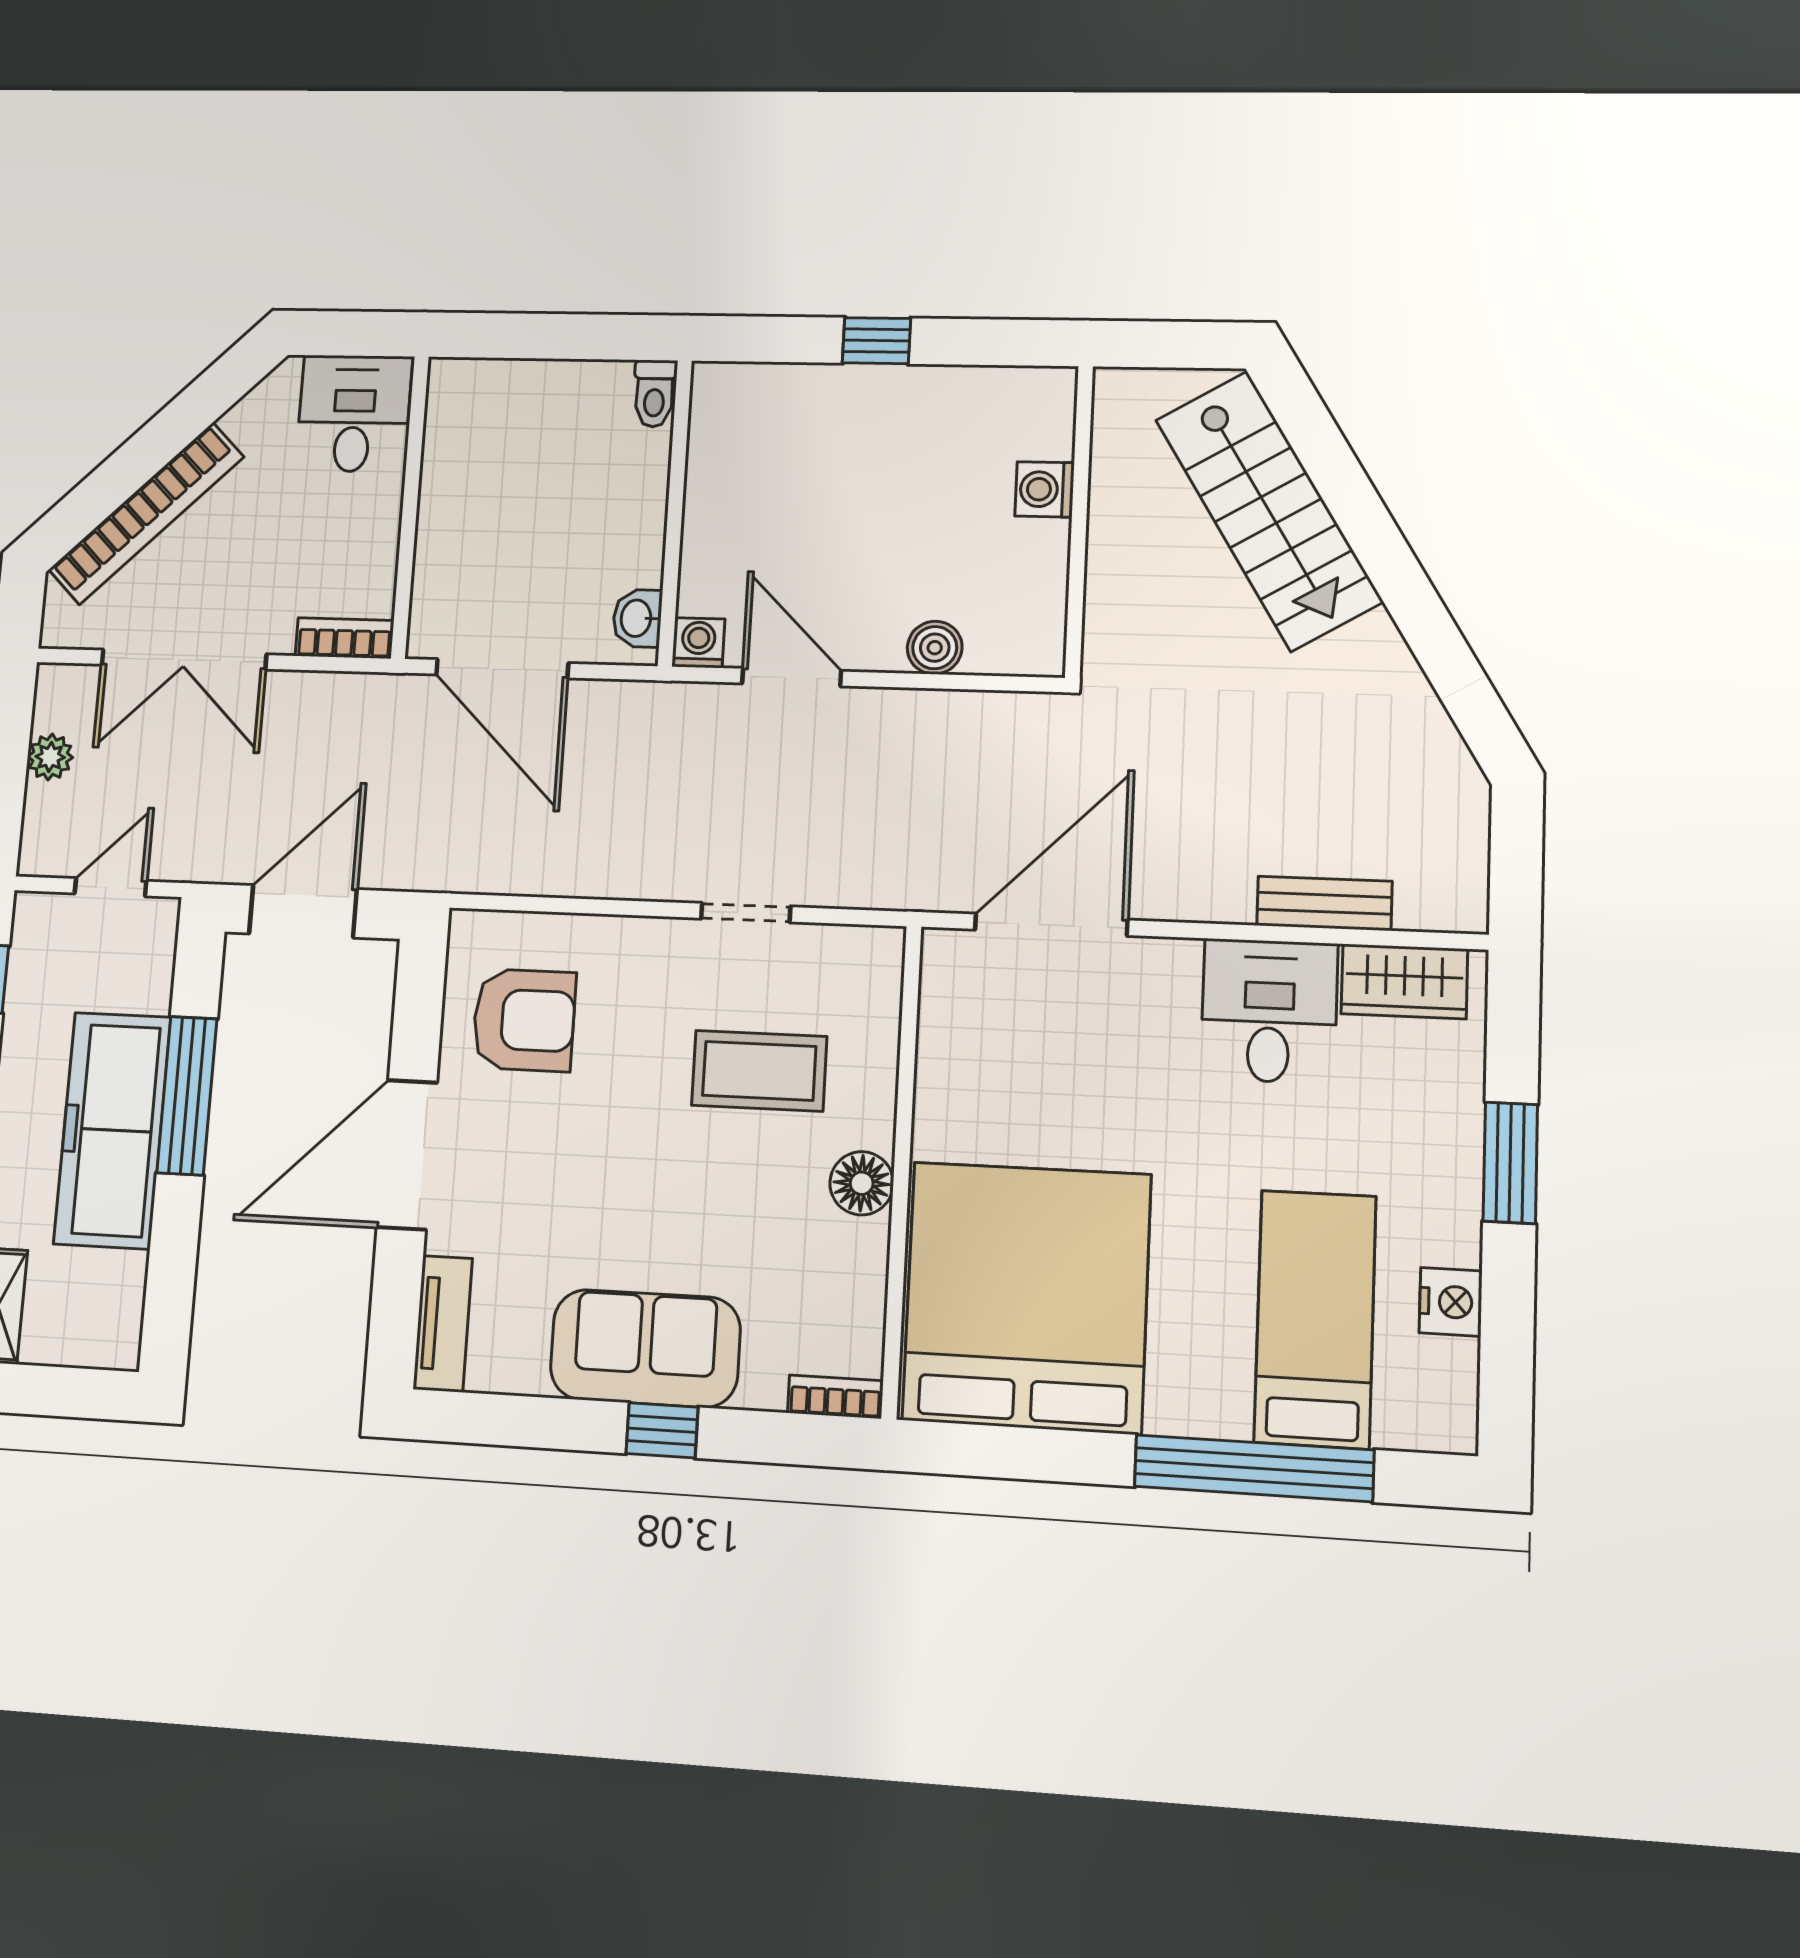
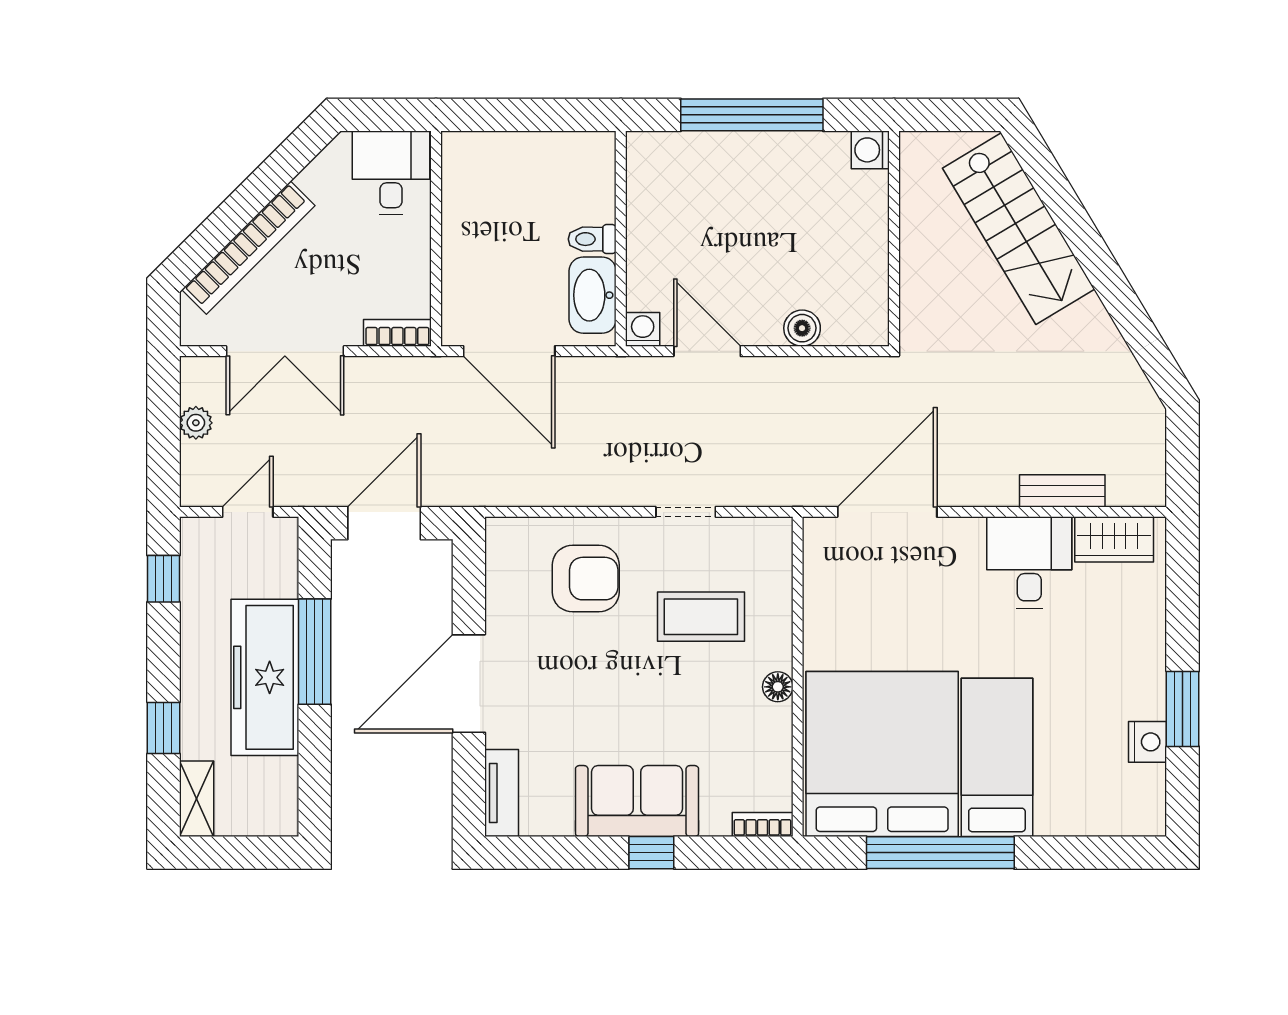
window: (876, 341) -> (752, 115), width x3.17
toilet: (655, 393) -> (592, 239), moved, turned 90
washing machine: (1045, 489) -> (870, 150), moved
washbasin: (637, 618) -> (593, 295), width x1.91, depth x1.45
armchair: (524, 1020) -> (586, 579), moved
window: (1510, 1163) -> (1183, 709), moved
floor lamp: (862, 1183) -> (778, 687), width x0.73, depth x0.73
bed: (1315, 1319) -> (997, 757), moved
window: (1254, 1468) -> (940, 853), moved

